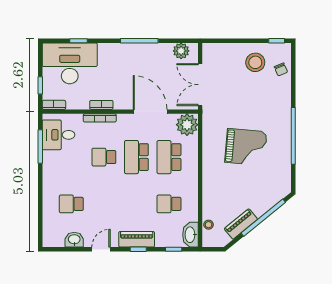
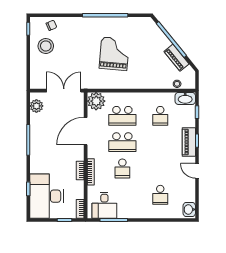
double door: (200, 85) -> (64, 91), swing flipped
washbasin: (74, 240) -> (189, 209), moved

